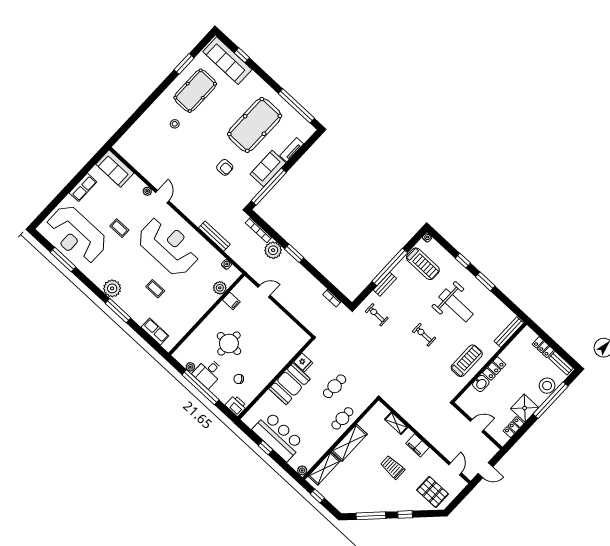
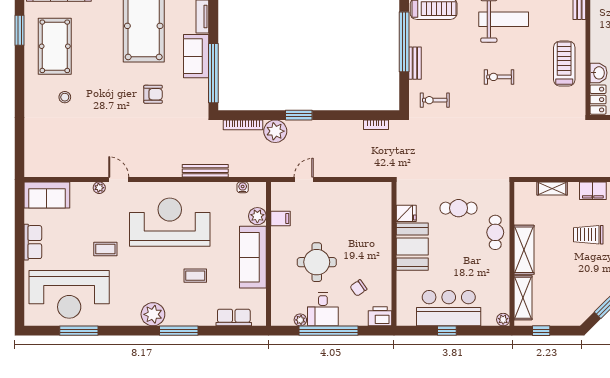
sofa: (196, 308) -> (253, 257), added
locker: (494, 369) -> (598, 100), moved
cafe table: (335, 386) -> (458, 208), turned 90

